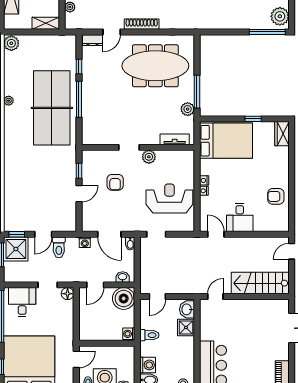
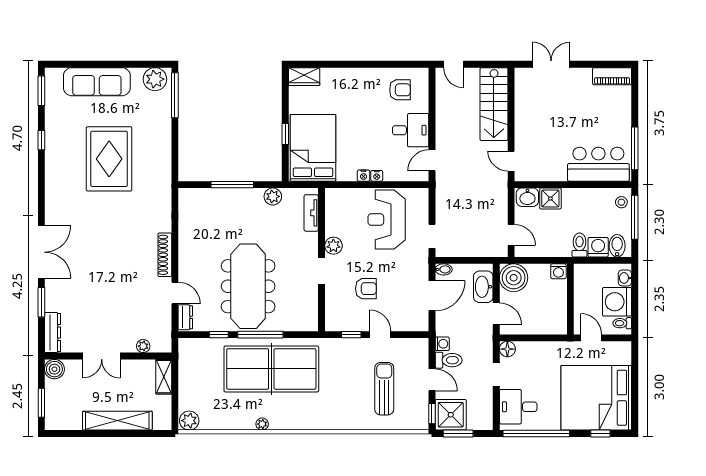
meeting table: (155, 66) -> (248, 286), moved
window: (197, 92) -> (232, 185), moved
window: (253, 119) -> (285, 134), moved
armchair: (276, 196) -> (400, 90), moved, turned -90
sun lounger: (36, 197) -> (384, 389), added
washing machine: (85, 242) -> (442, 344), moved
washbasin: (123, 277) -> (483, 287), width x1.91, depth x1.45
toilet: (149, 335) -> (580, 245), moved

